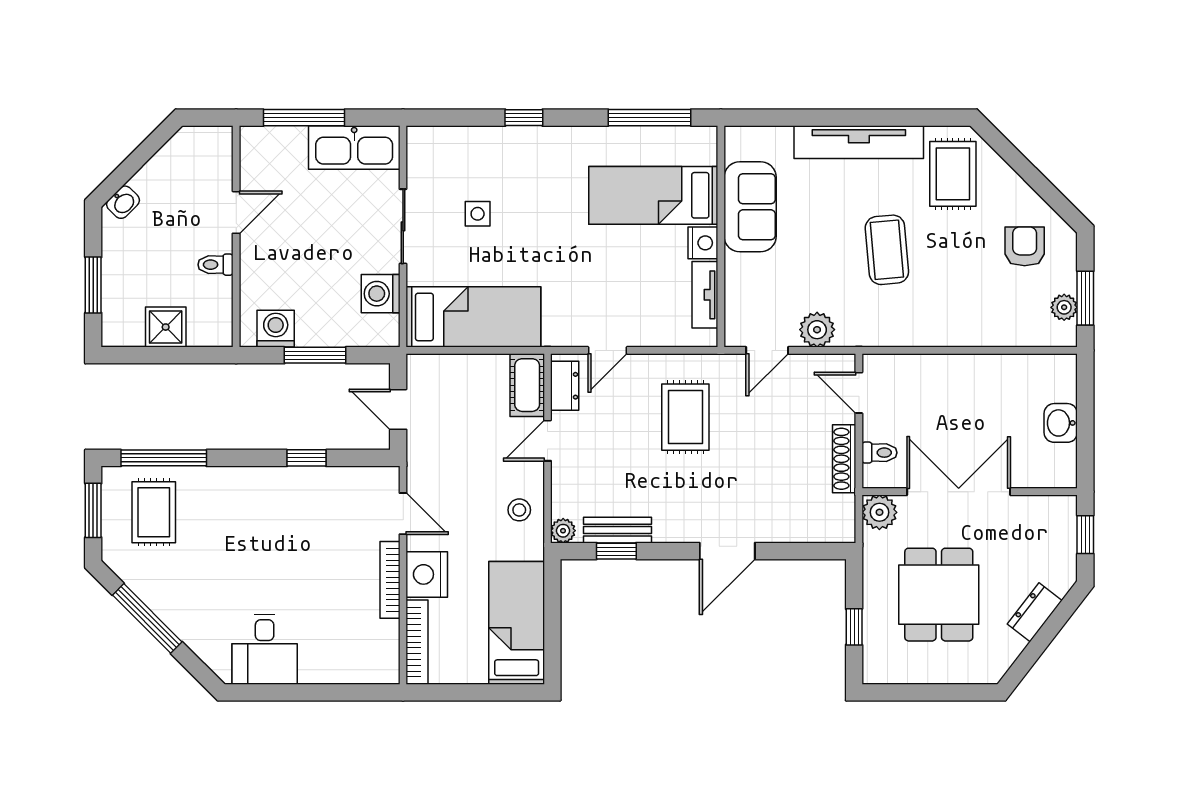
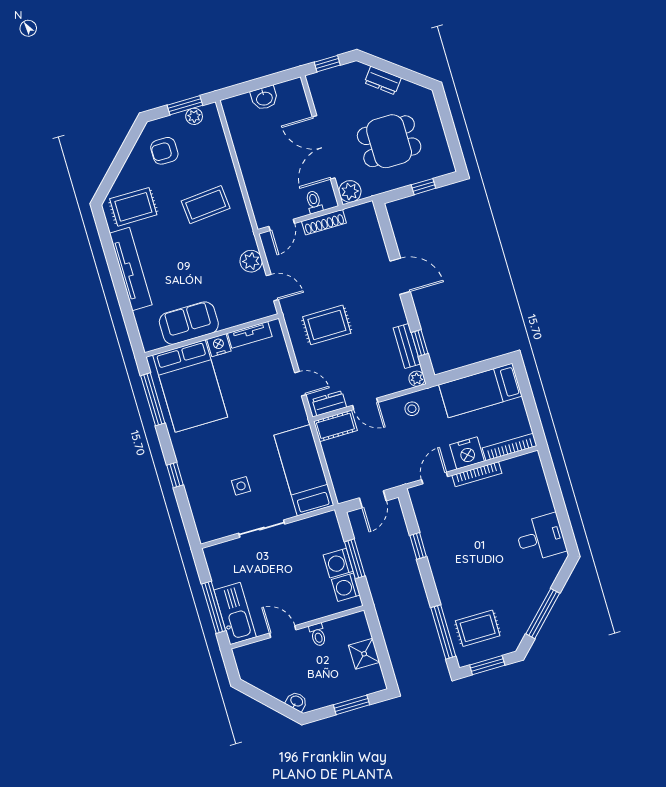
kitchen sink: (354, 148) -> (235, 614), moved
bed: (653, 195) -> (190, 386), width x1.50
coffee table: (887, 250) -> (206, 205), moved
washing machine: (381, 294) -> (338, 563), moved, turned 90

